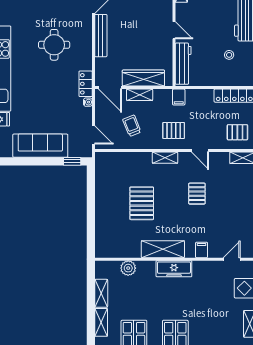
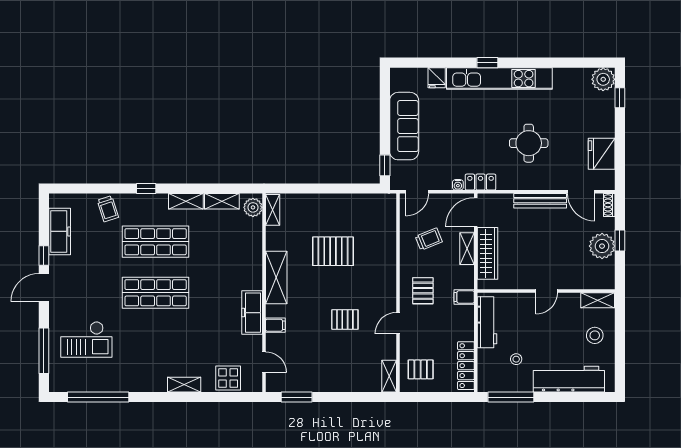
workbench: (183, 64) -> (487, 322), moved, turned -90
pallet: (237, 132) -> (421, 369), turned 90
shelving: (165, 158) -> (273, 210), moved
plant: (128, 268) -> (253, 207), moved
freezer: (174, 269) -> (252, 313), moved

